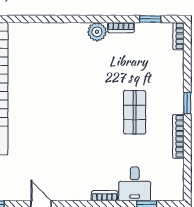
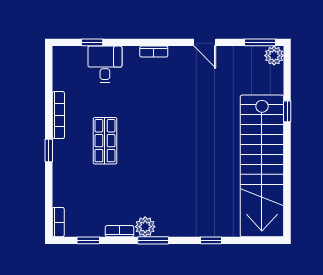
window: (35, 19) -> (211, 240), added
window: (90, 19) -> (153, 240), added
bookcase: (104, 196) -> (154, 52), moved

